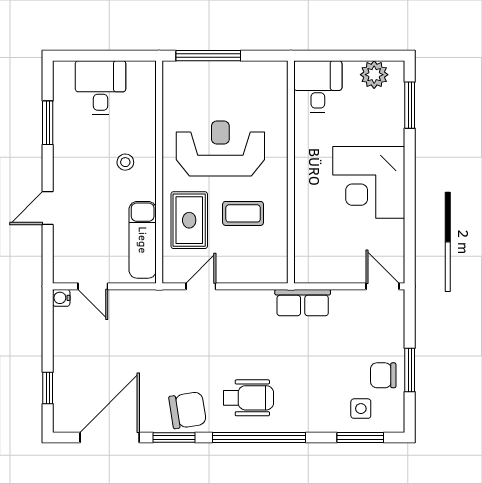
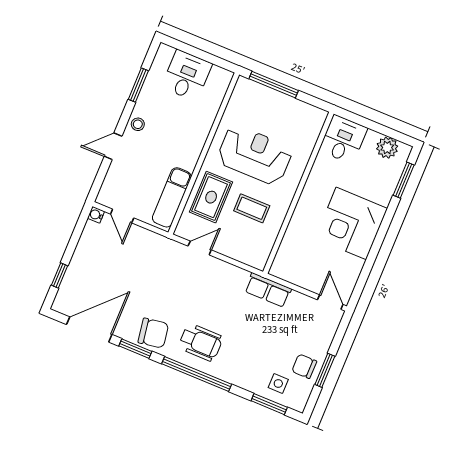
stool: (125, 162) -> (138, 124), moved

